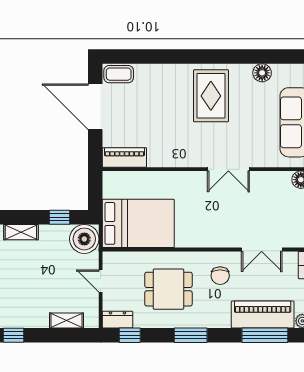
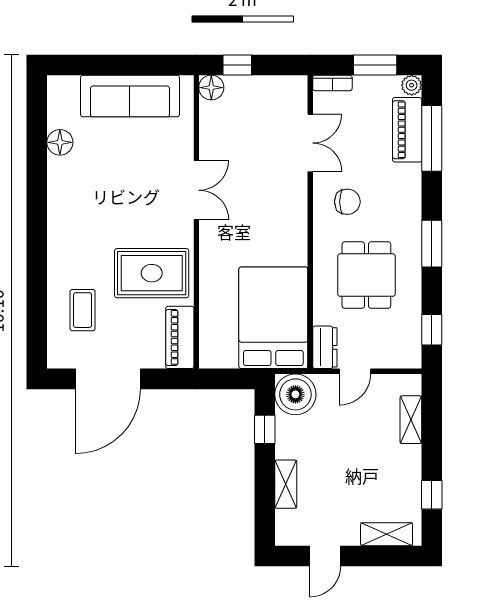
coffee table: (119, 74) -> (83, 310), moved
rug: (211, 96) -> (152, 273), moved
piano: (263, 315) -> (407, 130), width x0.73, depth x0.75
dresser: (117, 320) -> (325, 347), moved, turned 180

